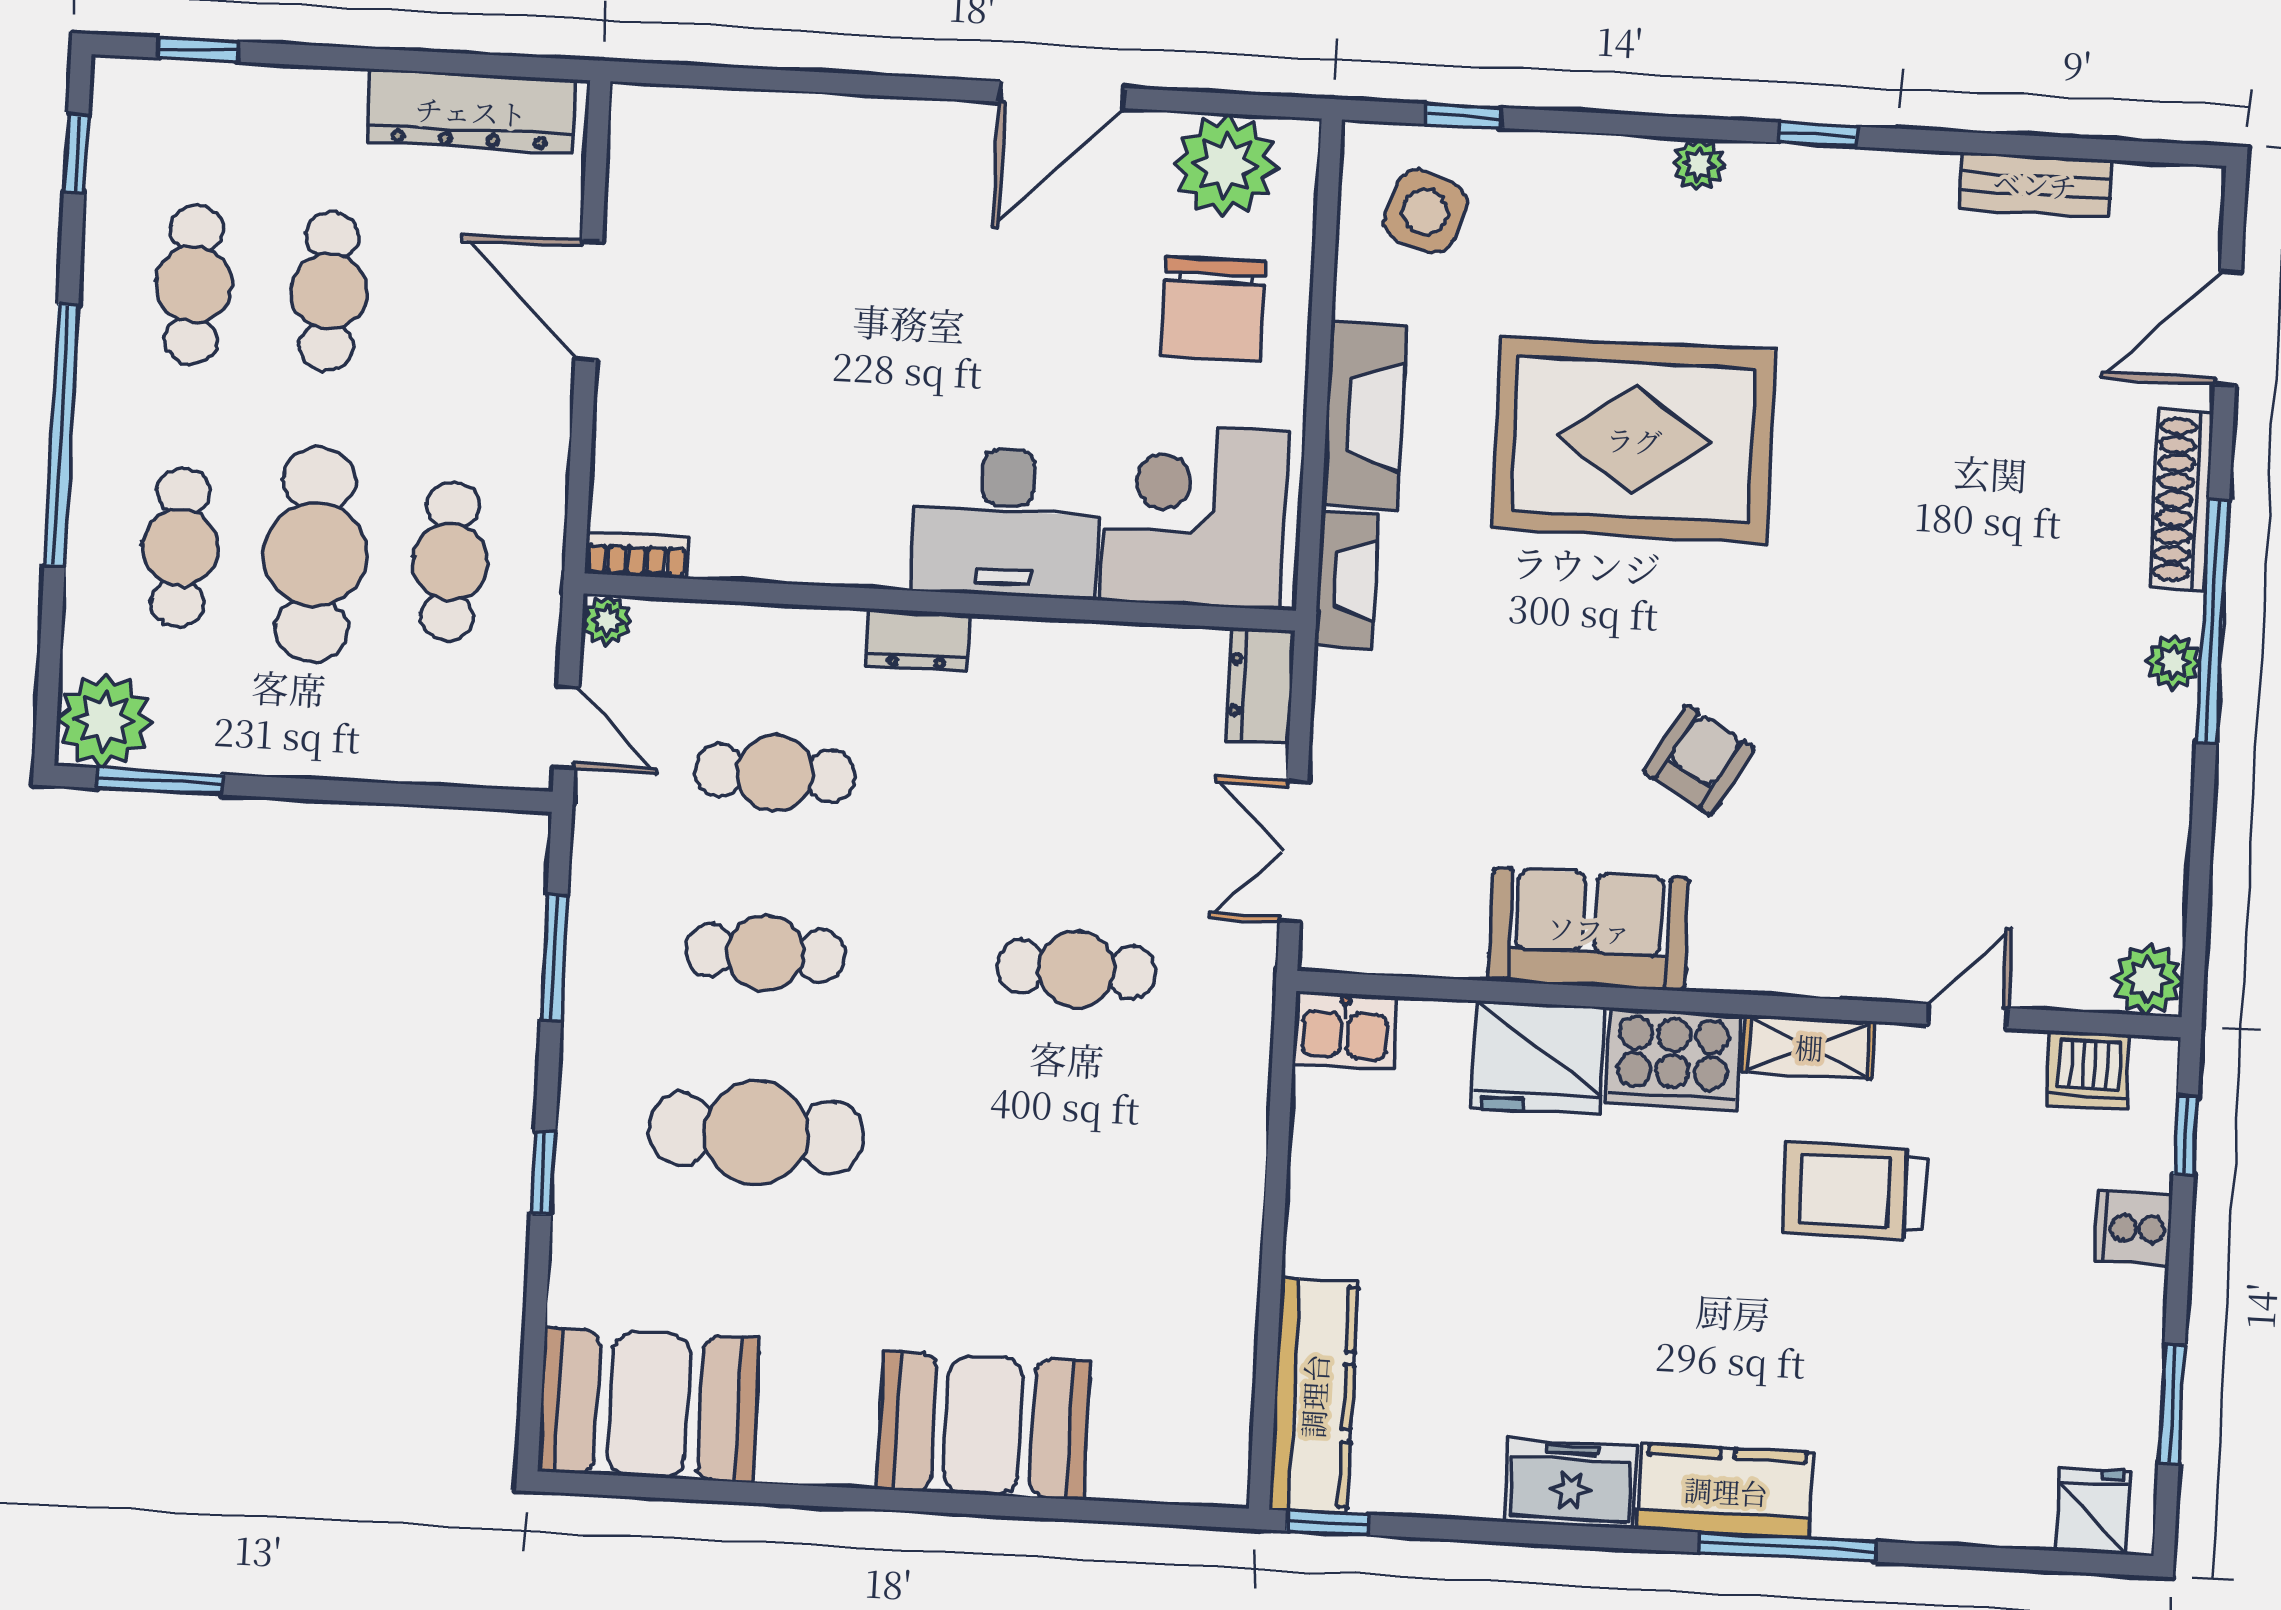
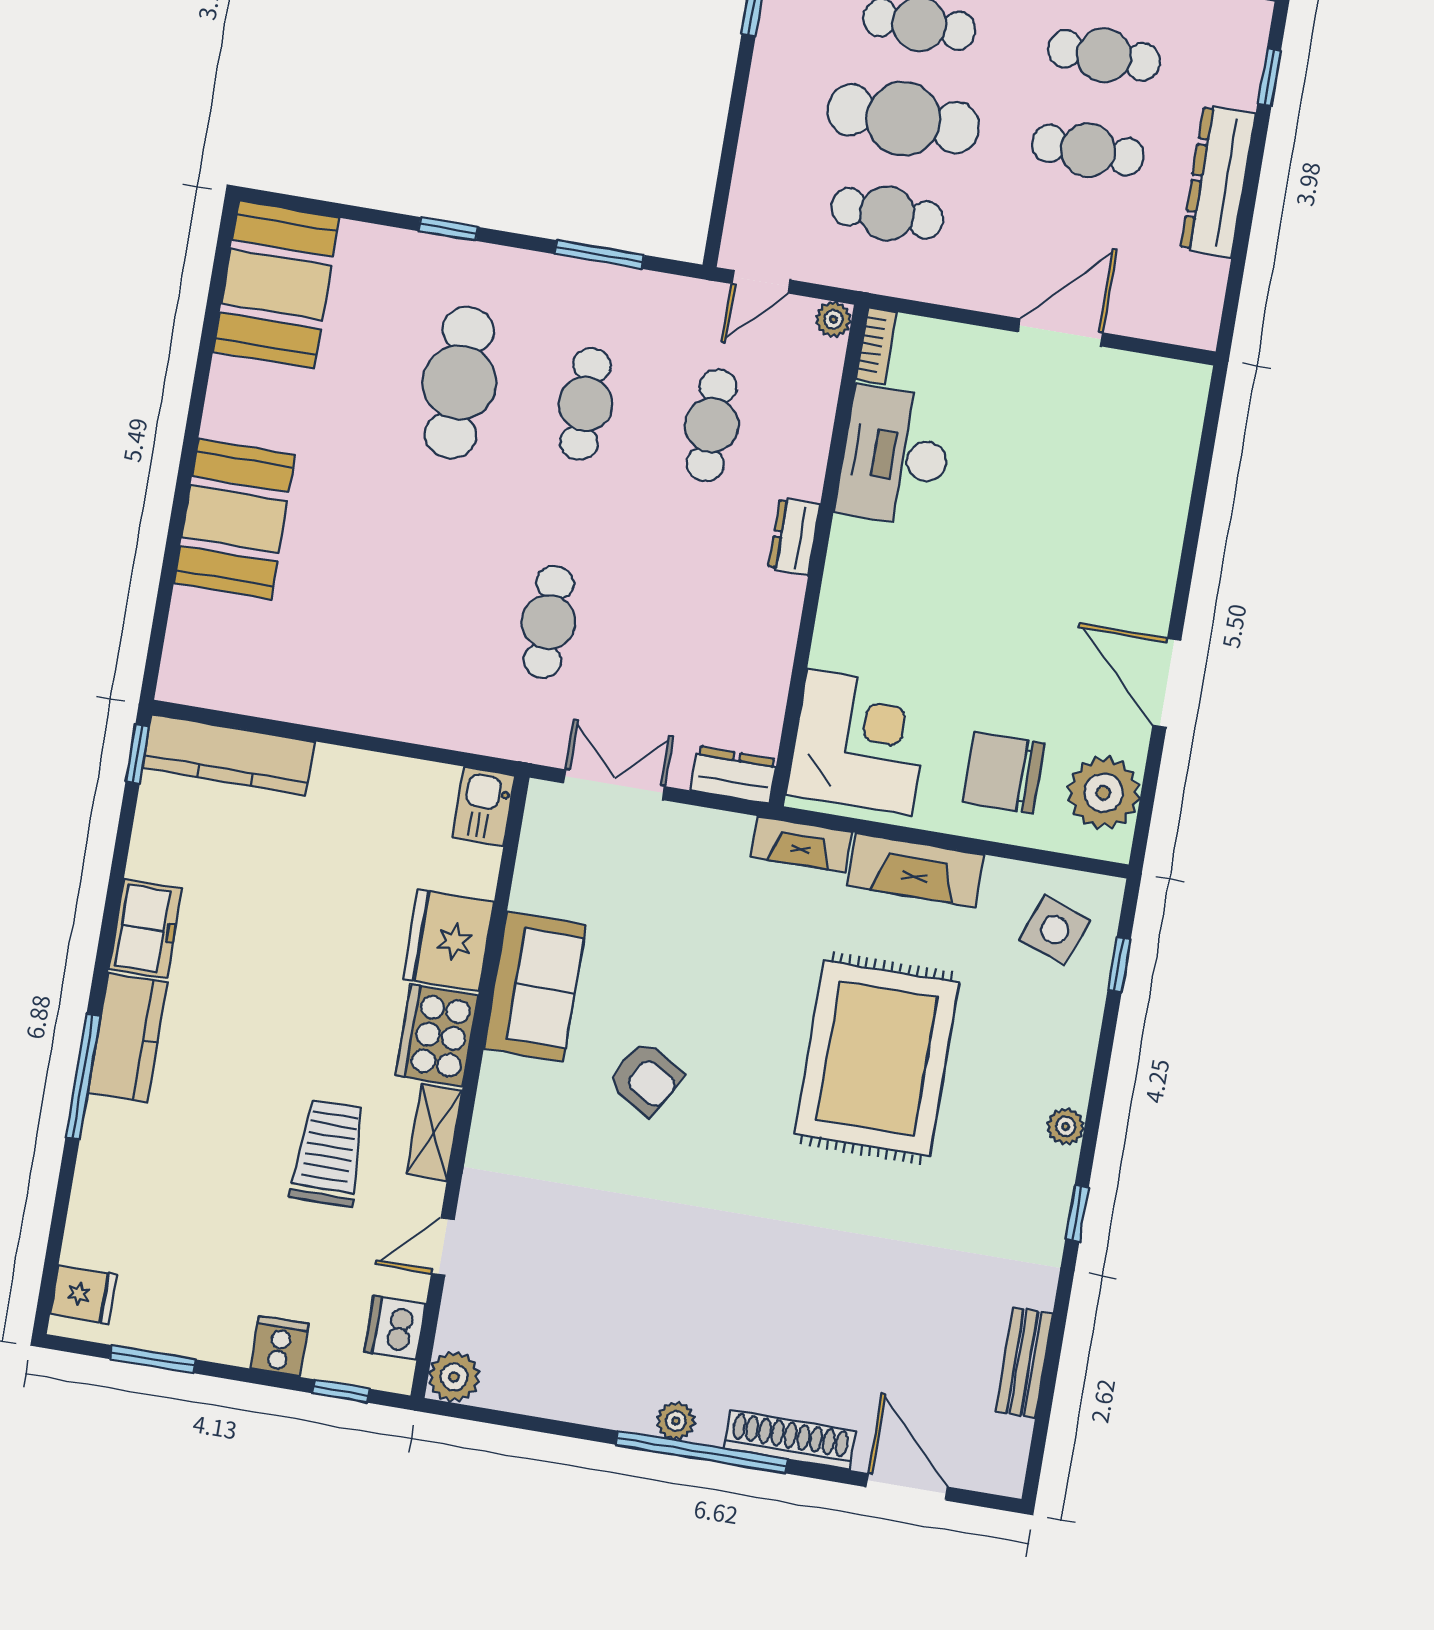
dresser: (471, 111) -> (1218, 181), moved
desk: (1006, 523) -> (895, 456), moved
door: (1968, 1016) -> (443, 1247), swing flipped

